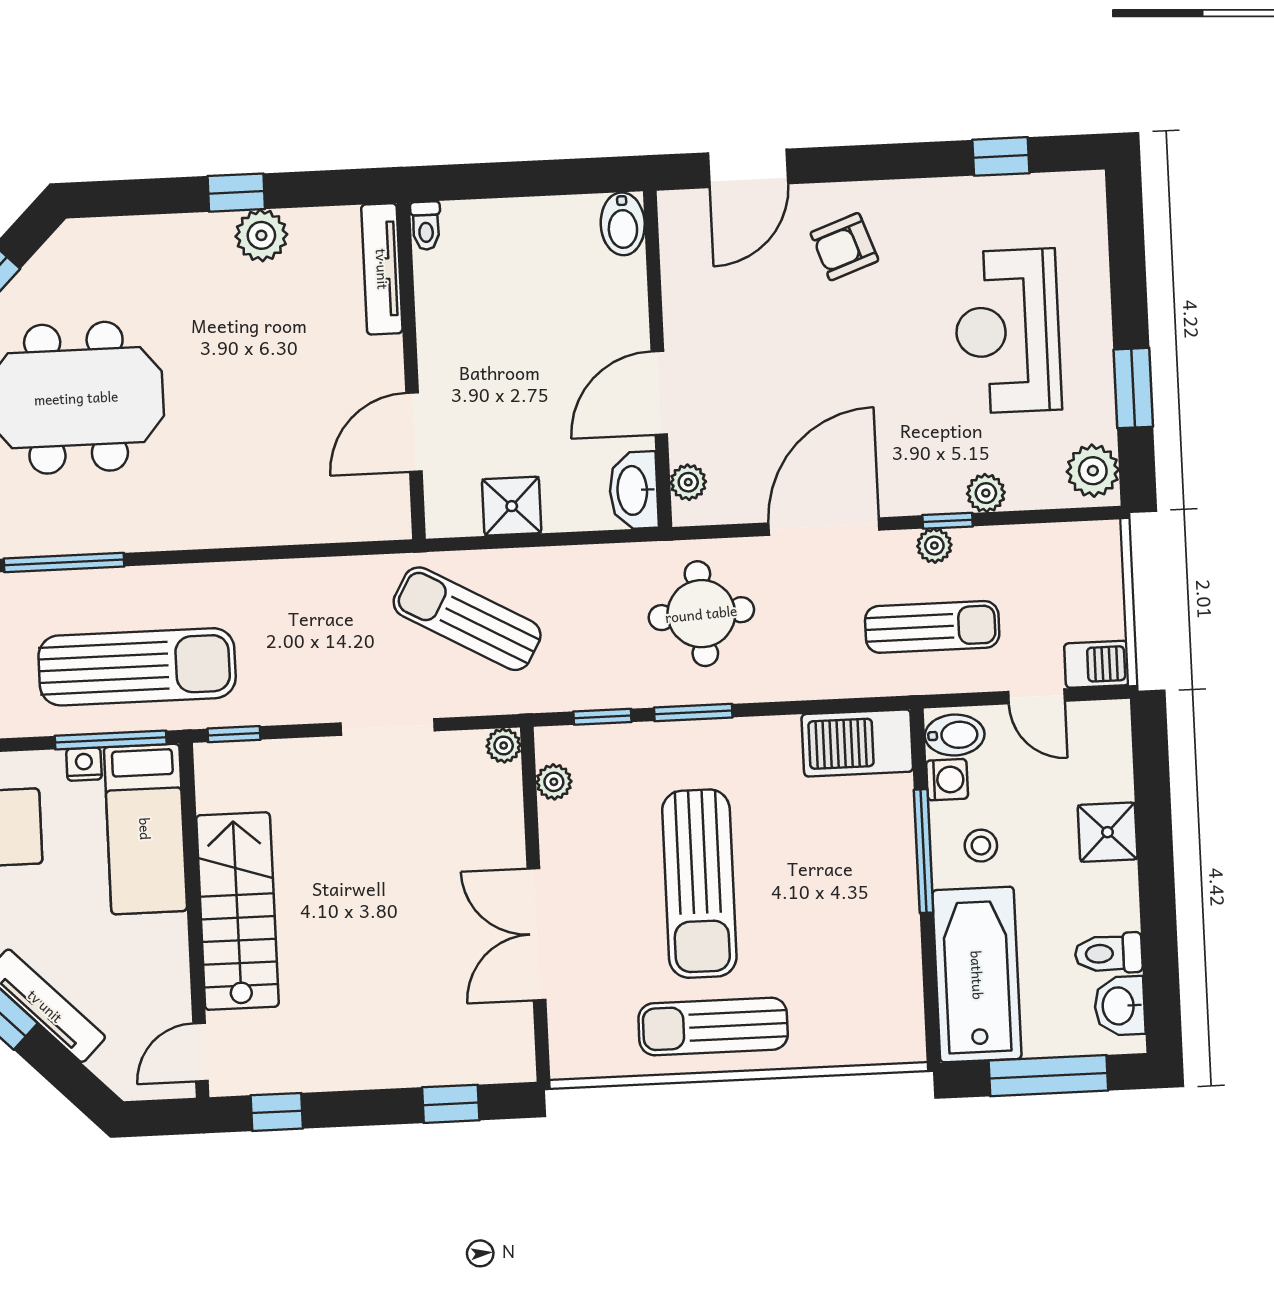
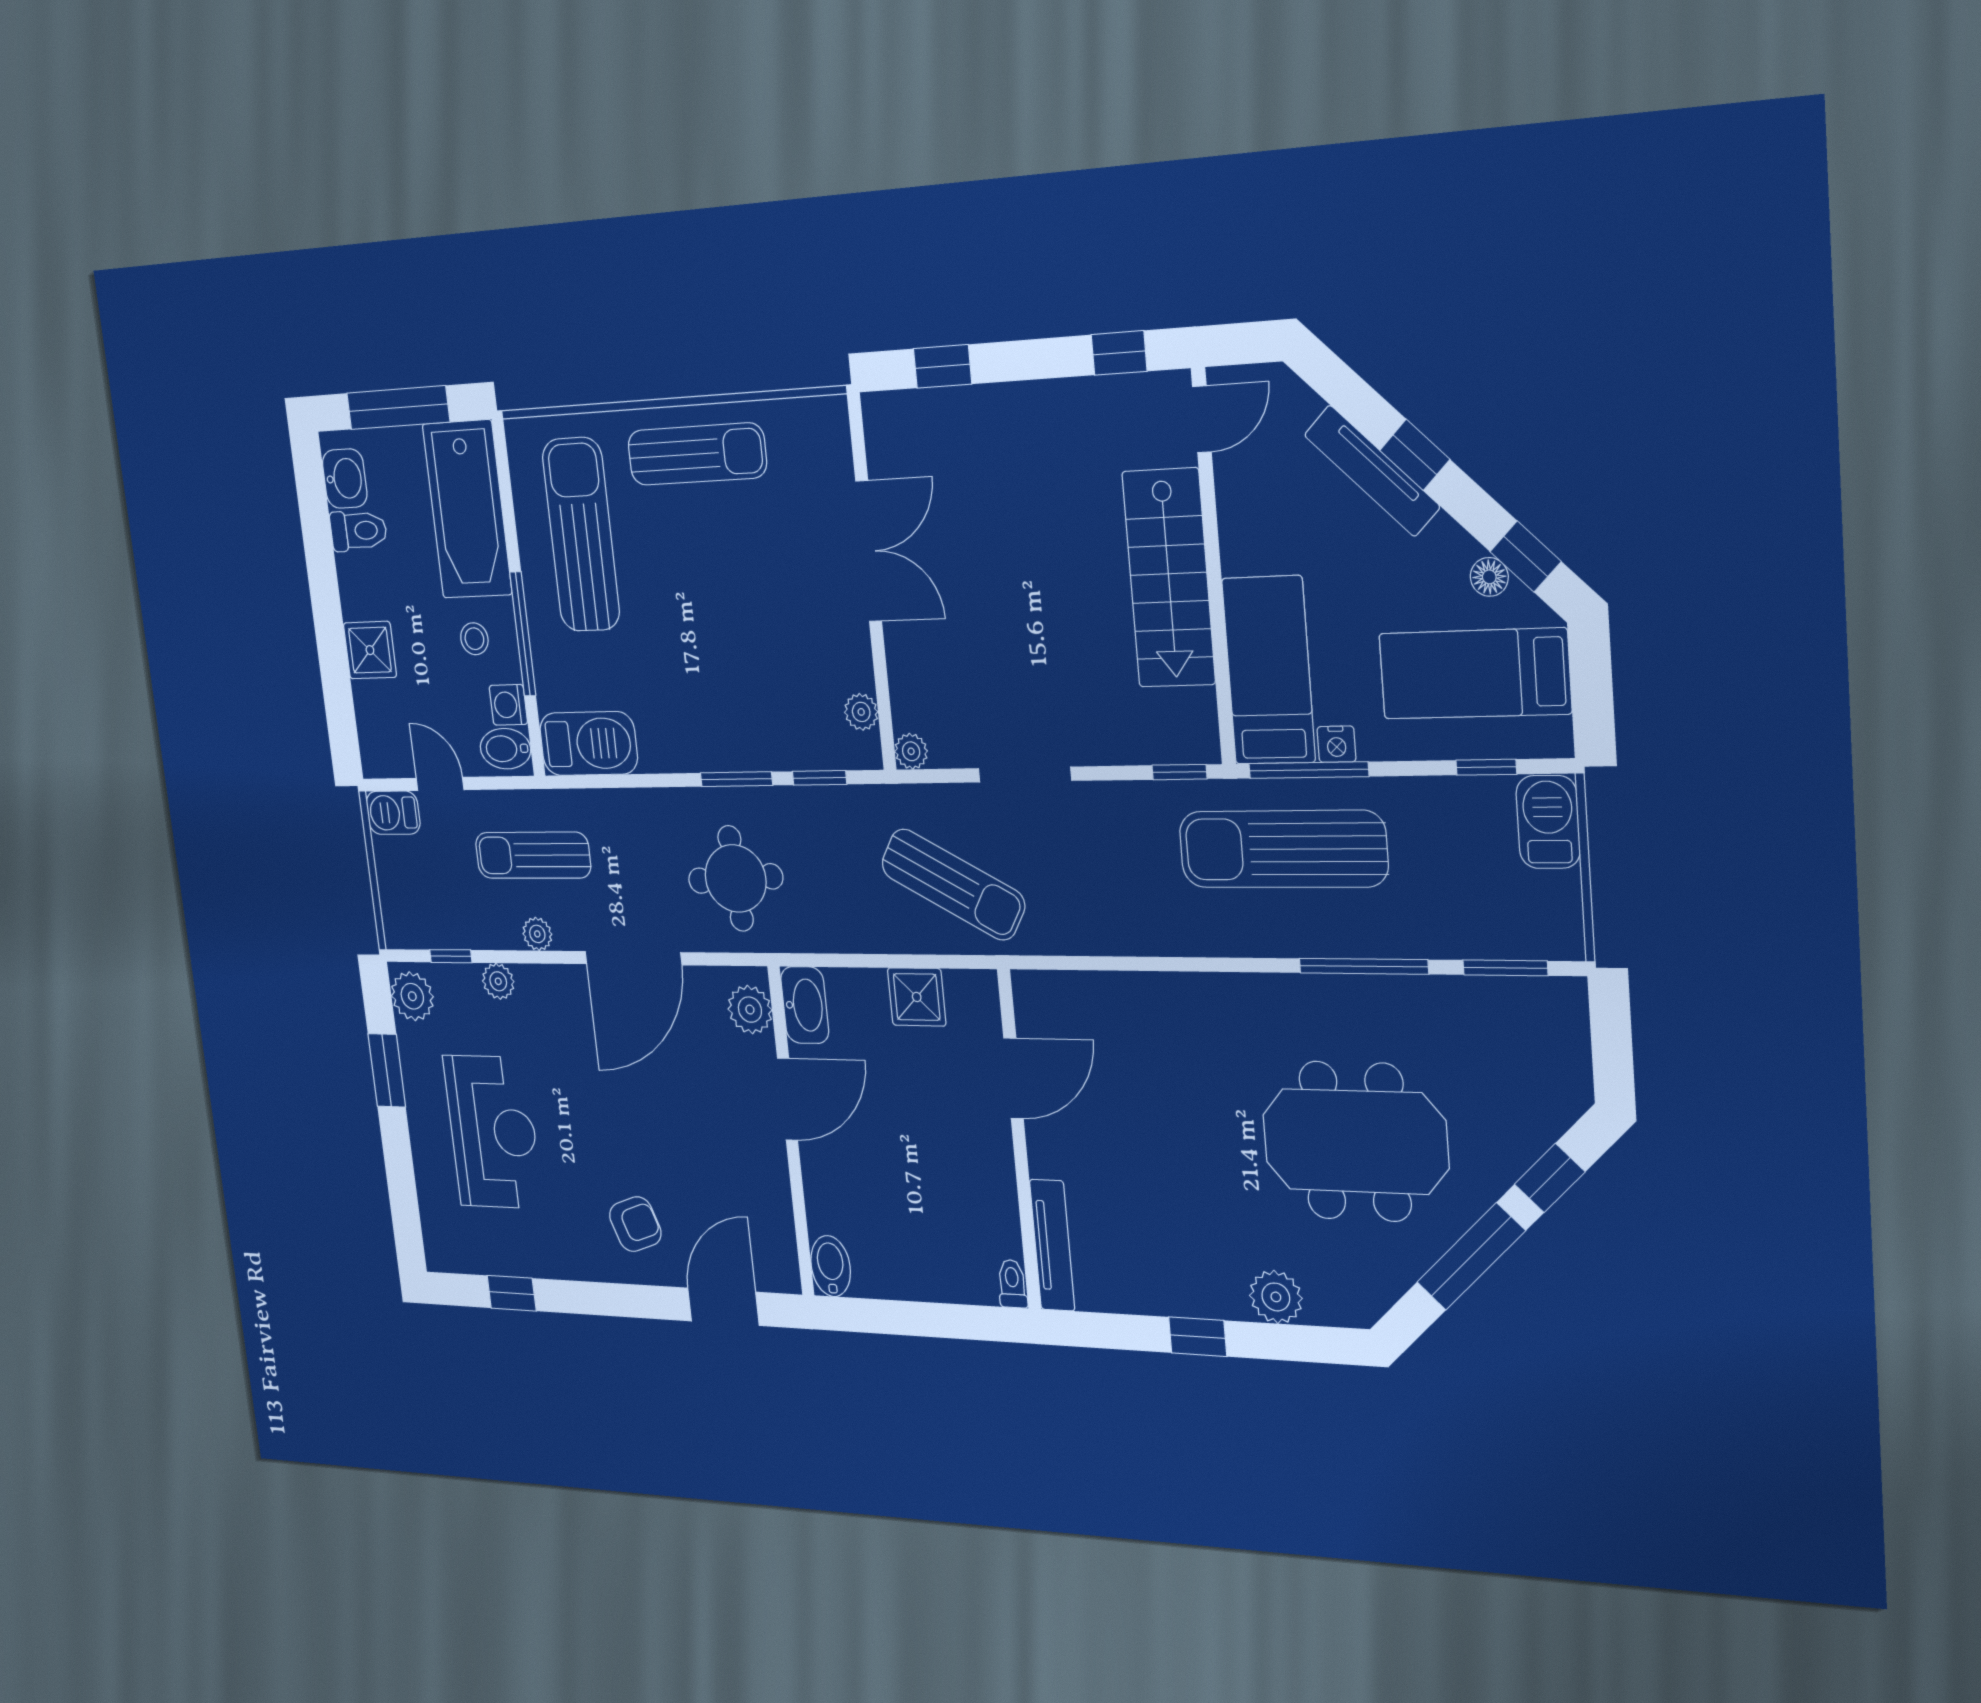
plant: (261, 235) -> (1276, 1297), moved
plant: (688, 482) -> (750, 1010), width x1.38, depth x1.38
window: (948, 521) -> (451, 956), moved
sun lounger: (699, 884) -> (581, 535), moved

